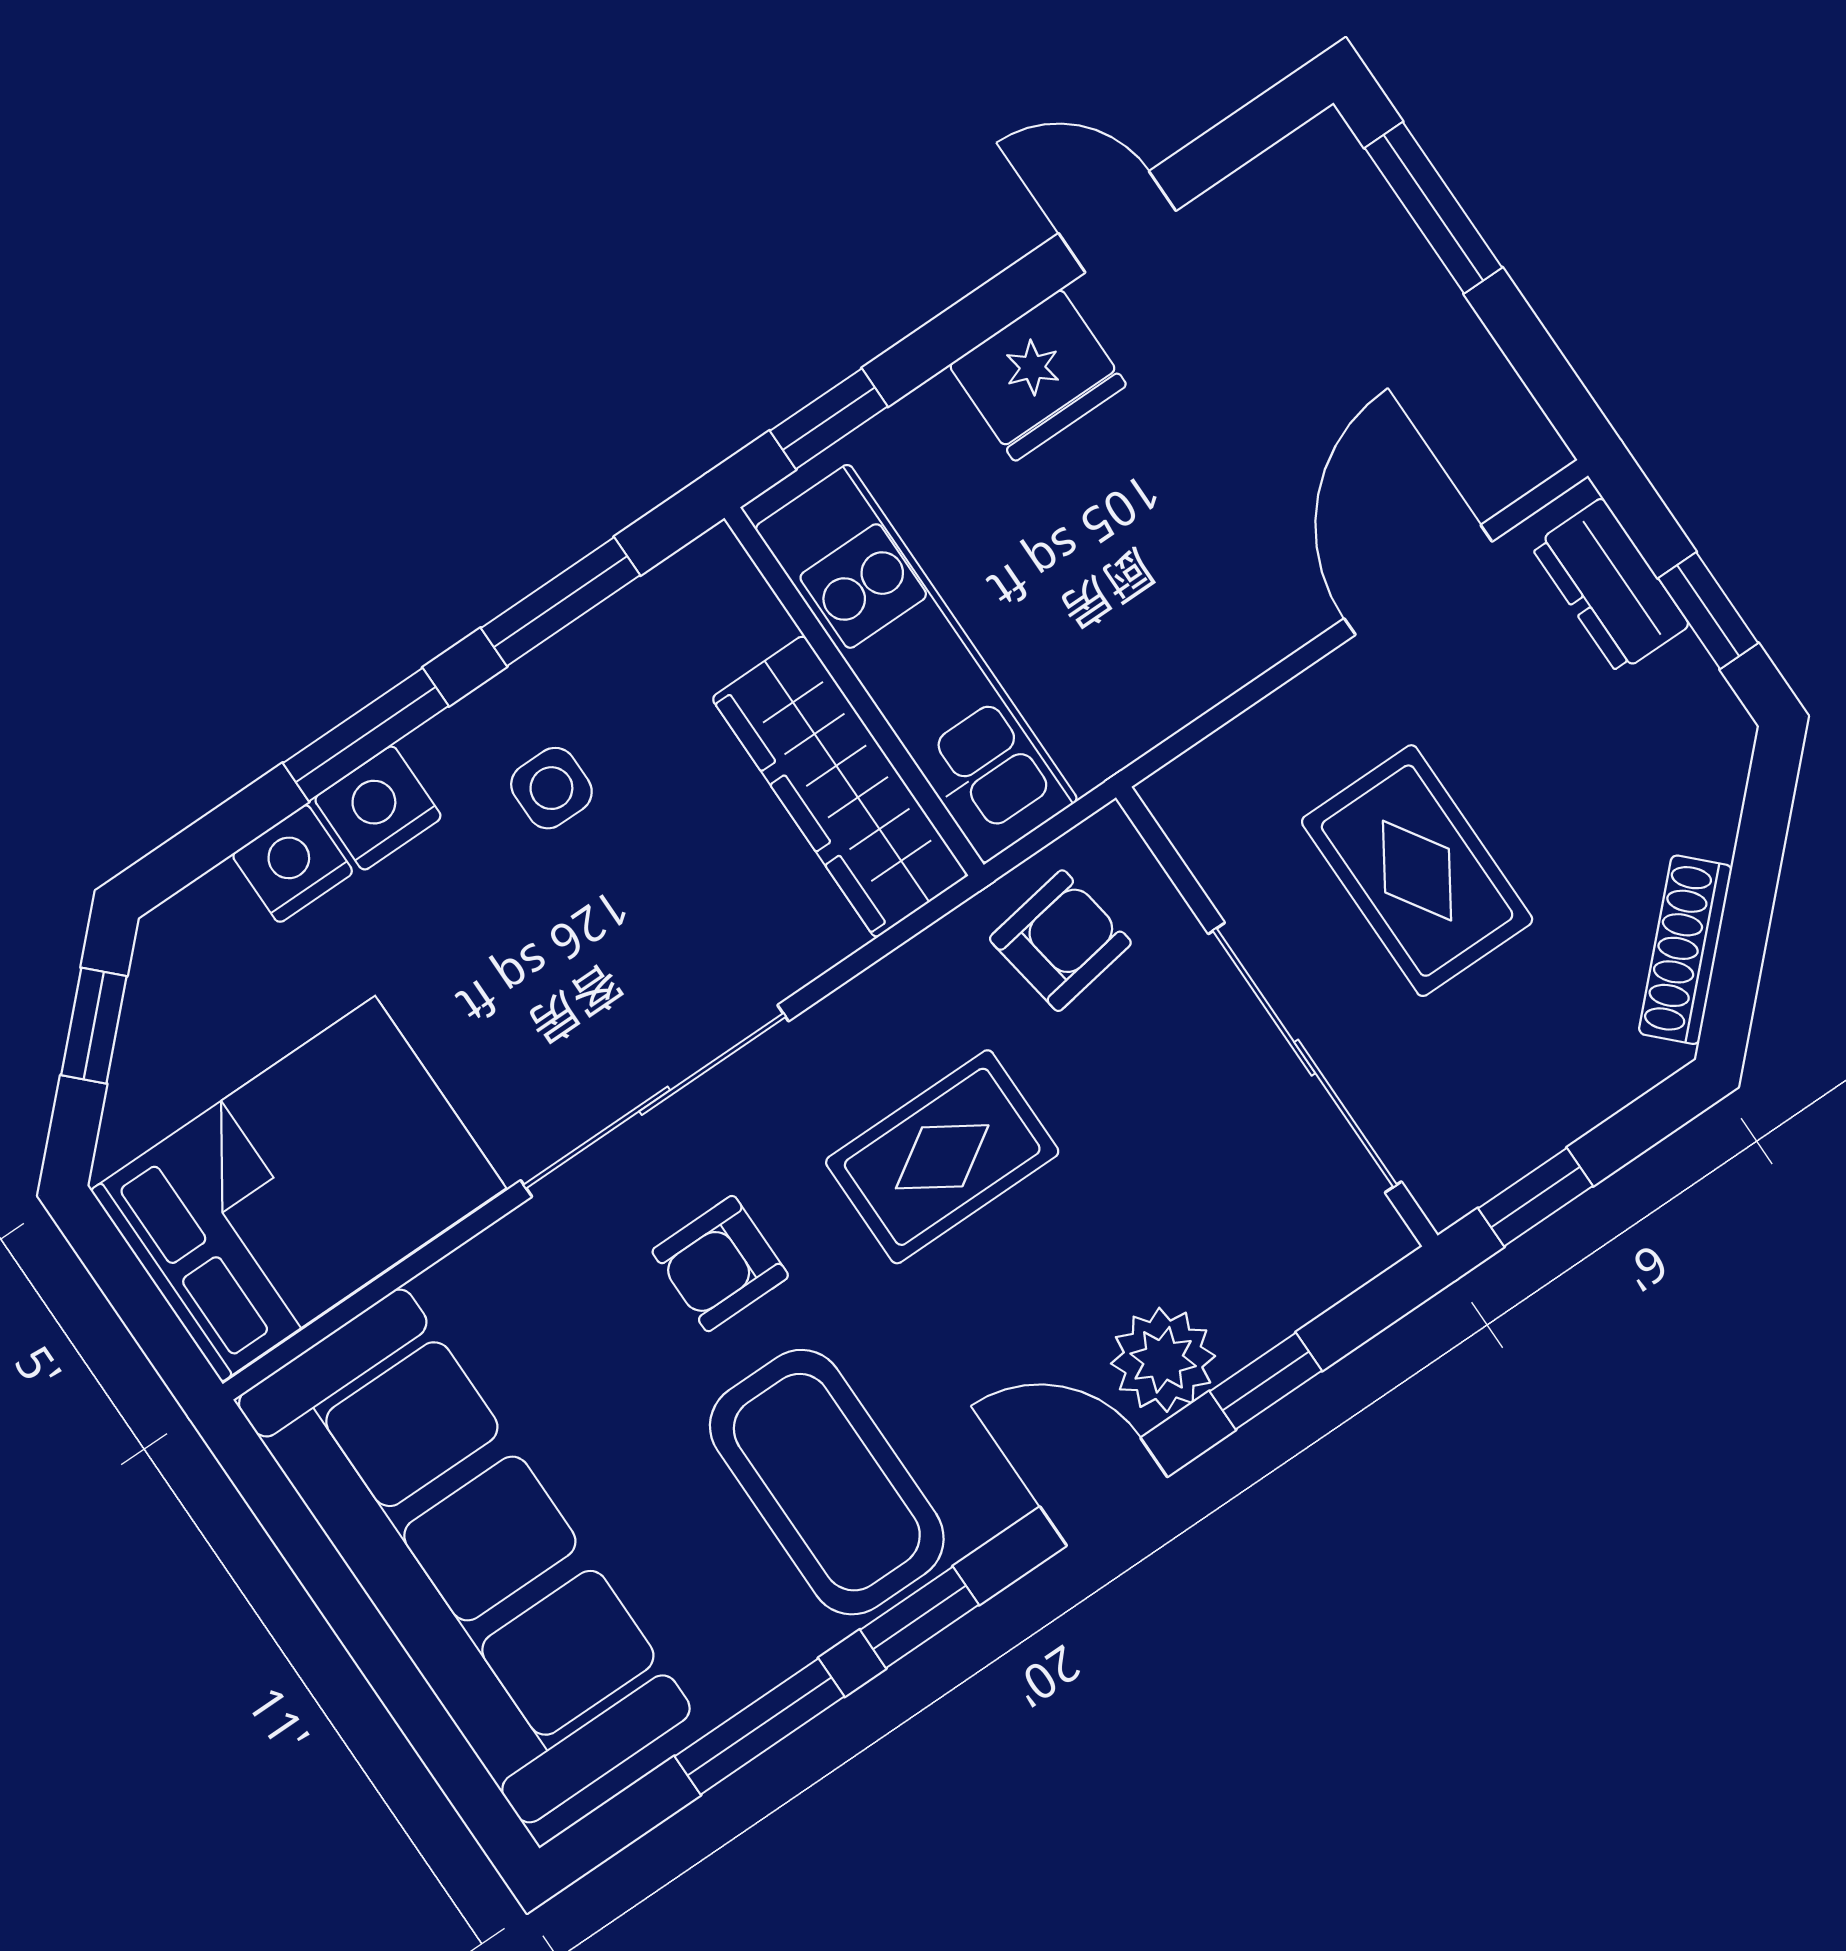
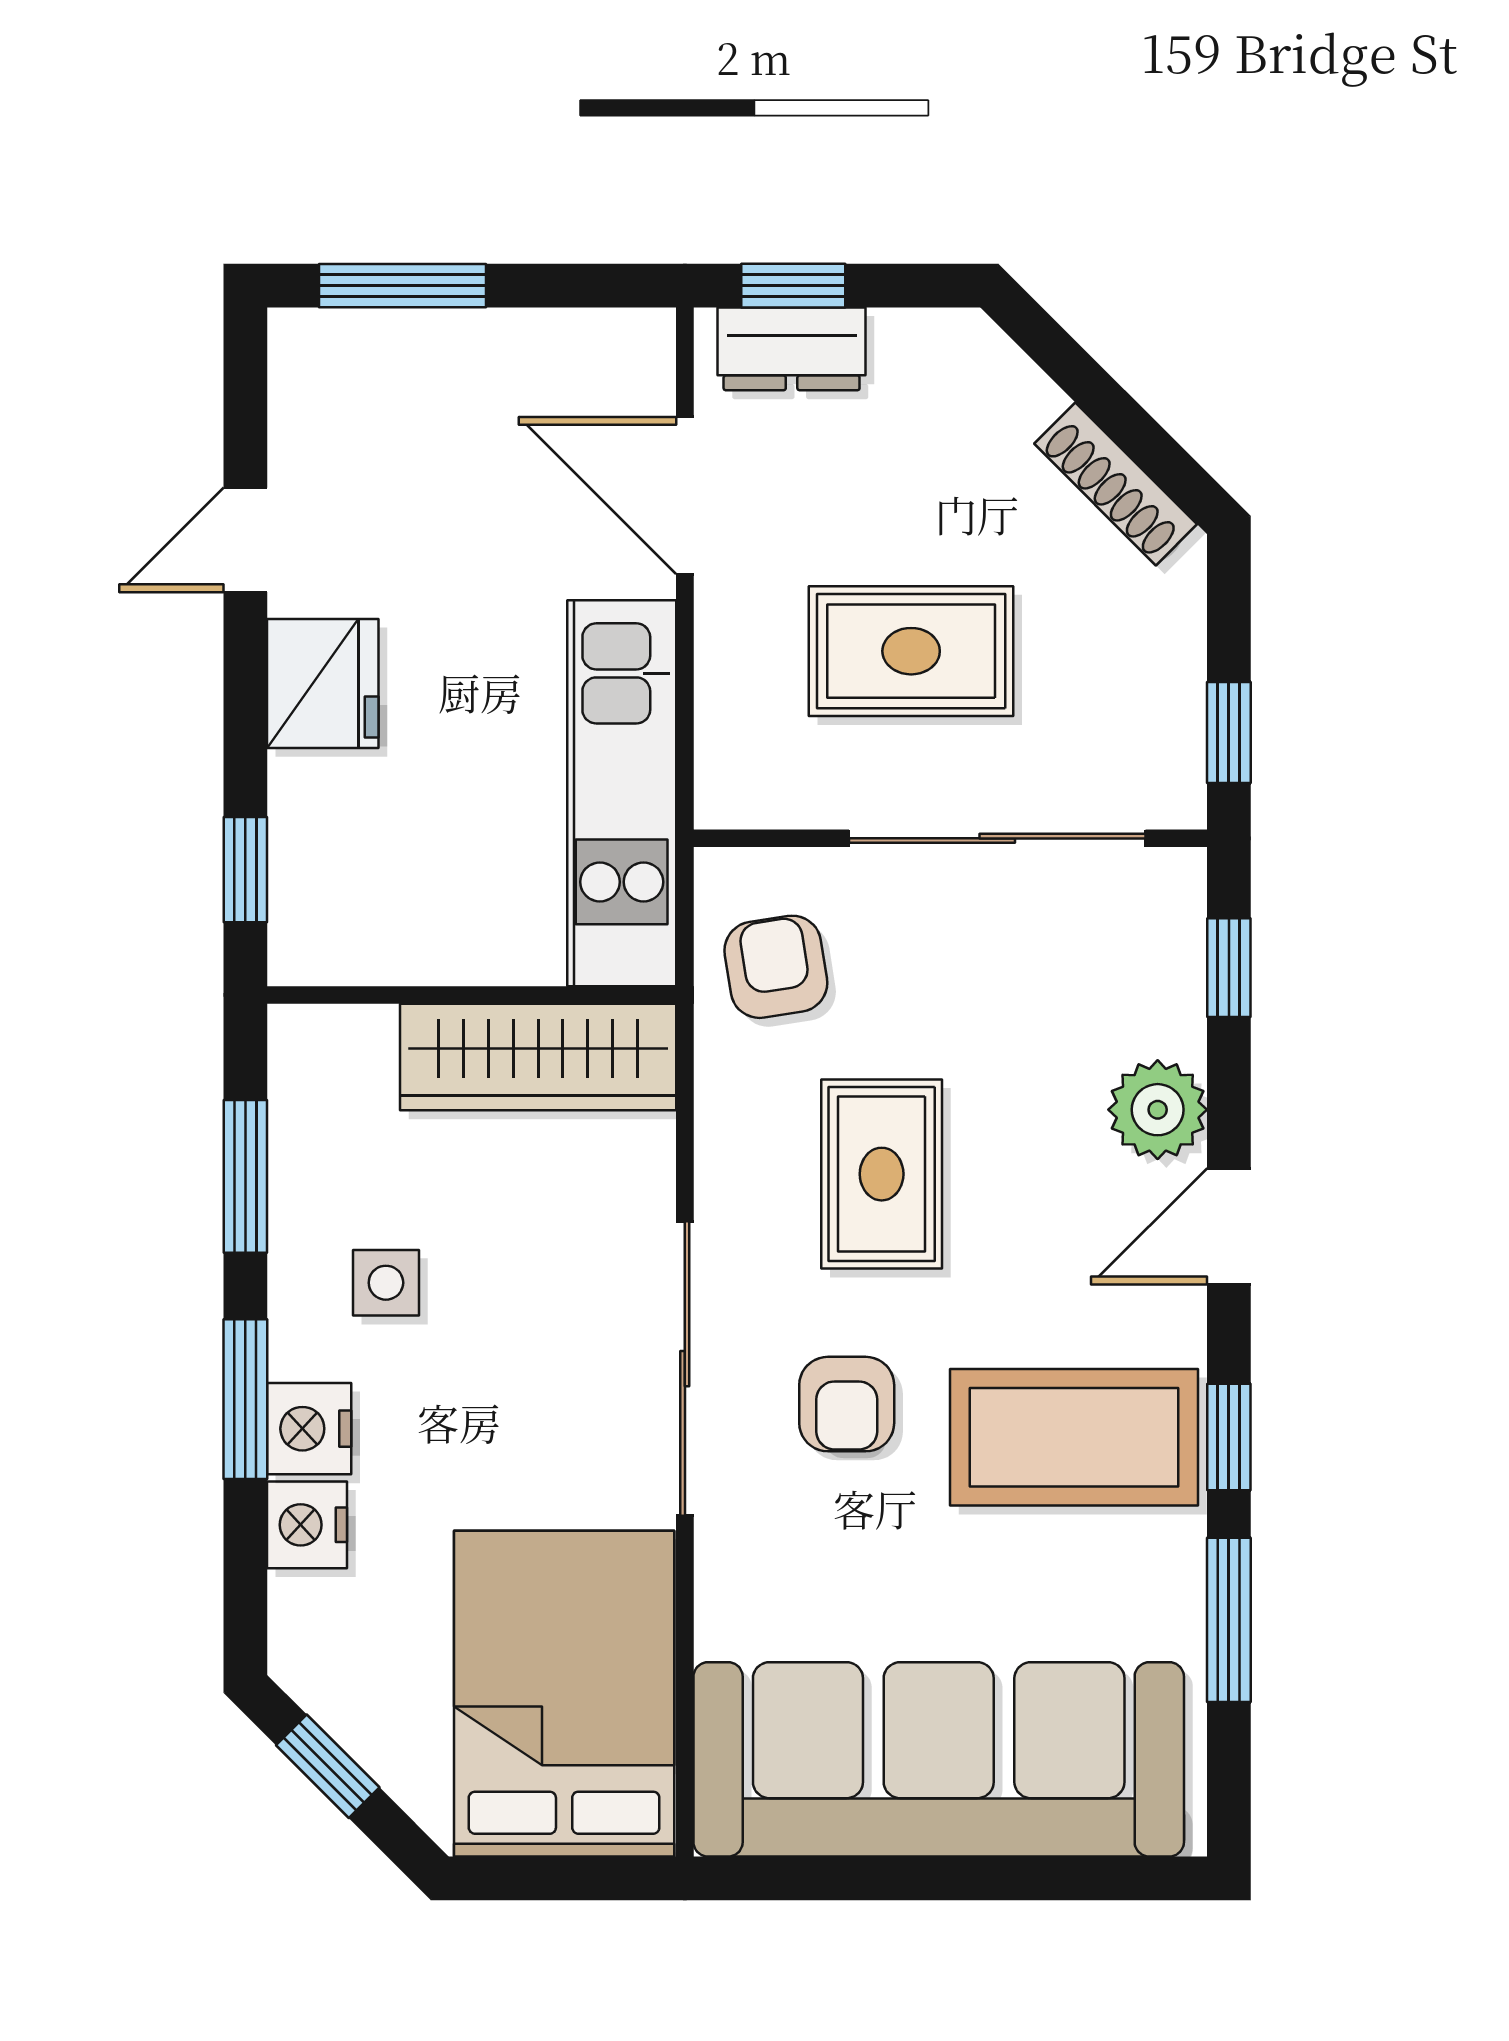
window: (1708, 611) -> (793, 286), moved
kitchen unit: (916, 664) -> (622, 793), moved, turned -90
window: (1266, 1381) -> (1229, 968), moved

